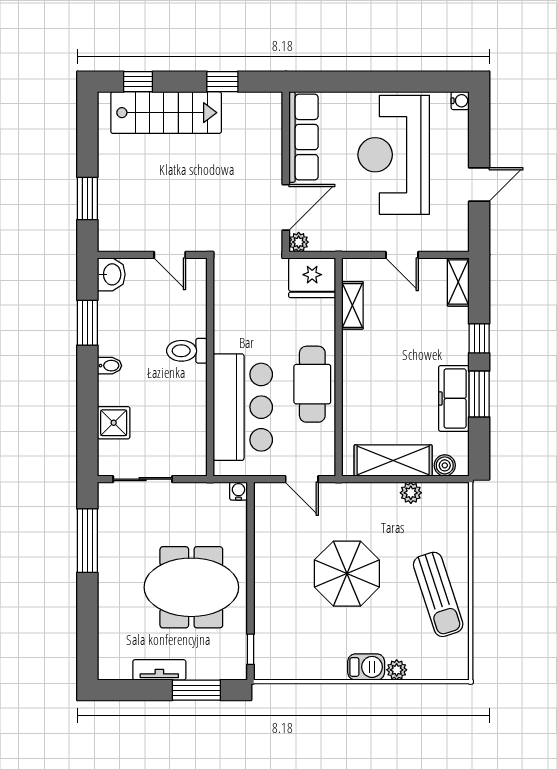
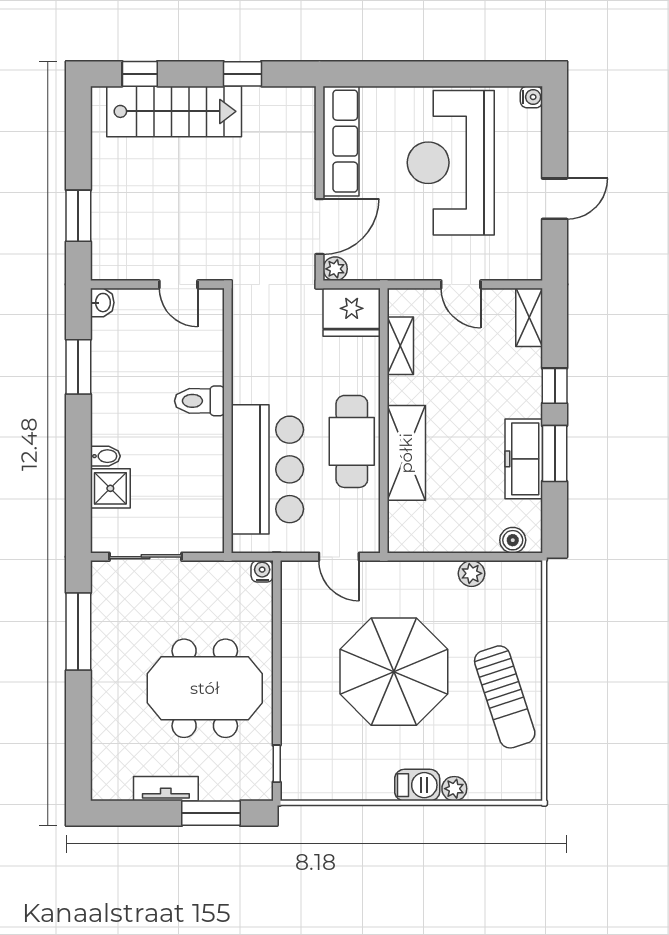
washbasin: (111, 274) -> (102, 303), width x0.72, depth x0.69
bidet: (110, 366) -> (105, 456), moved
shelving: (393, 460) -> (406, 453), moved, turned 90
parasol: (347, 574) -> (394, 672), width x1.36, depth x1.36

